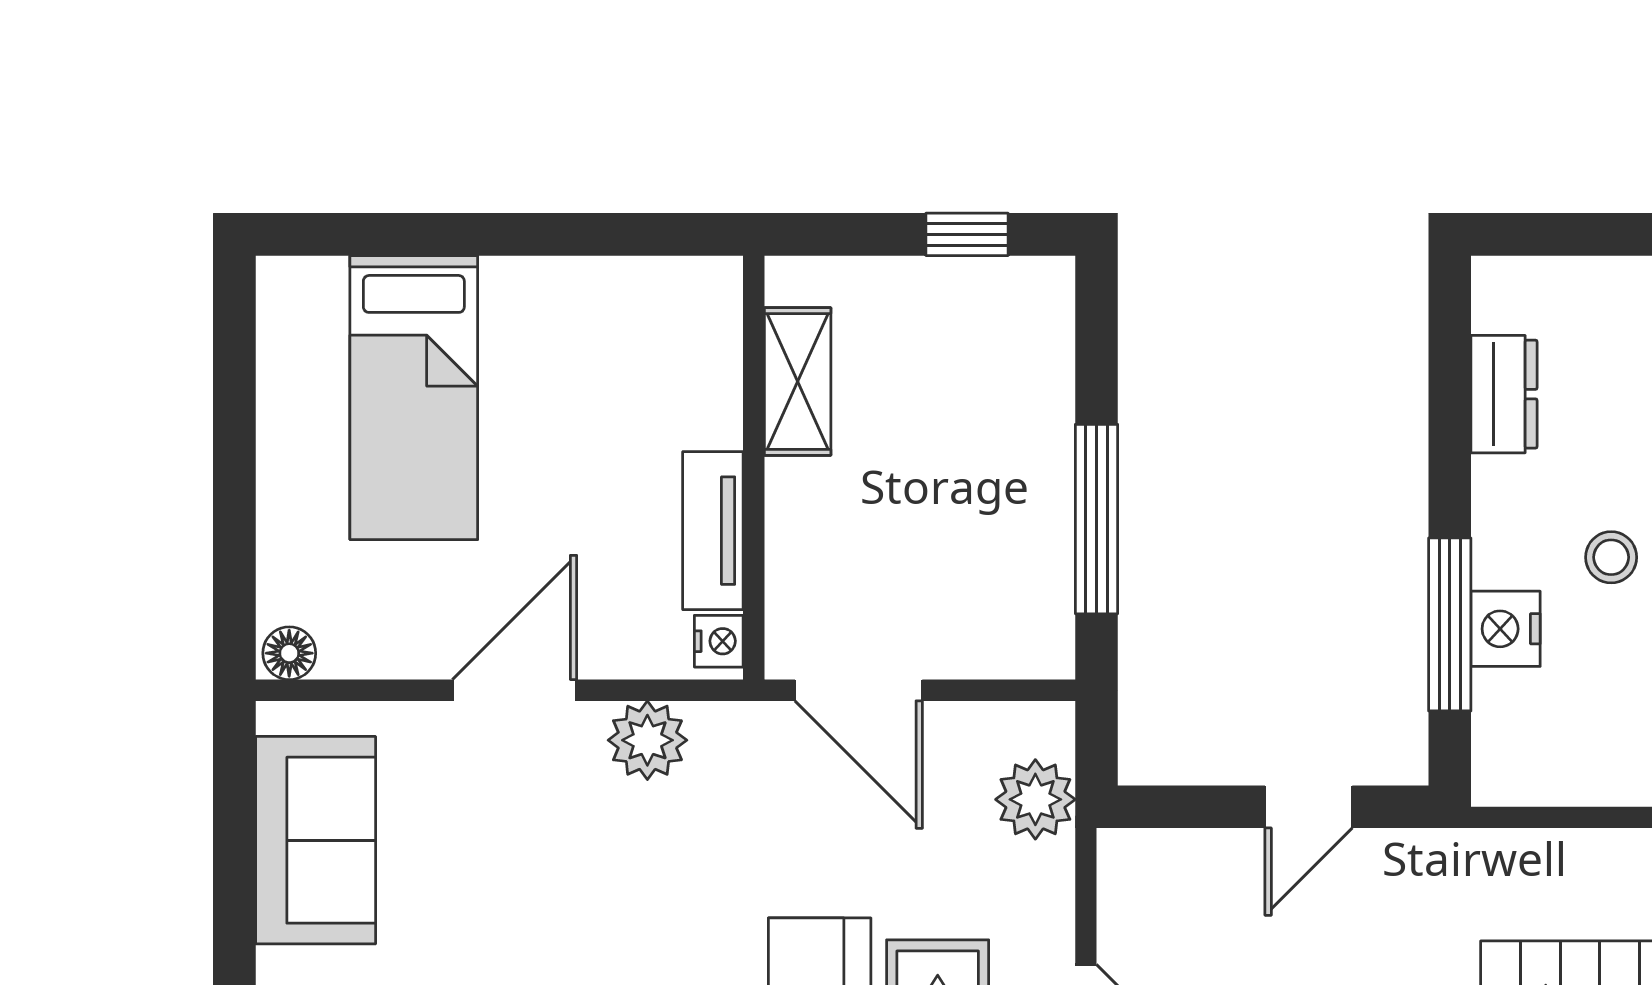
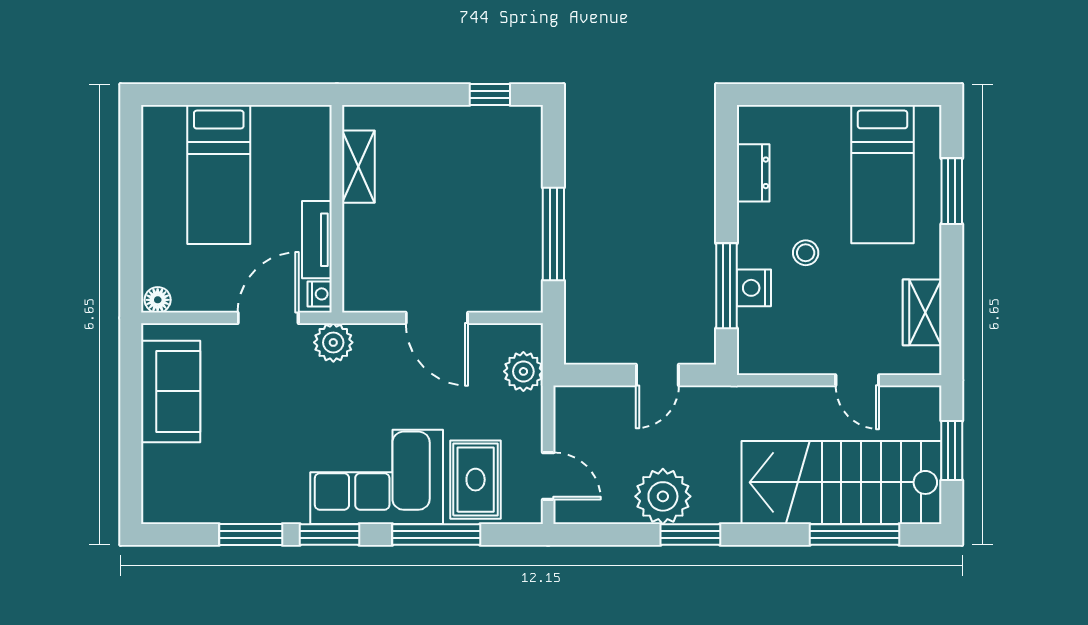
shelving: (798, 381) -> (358, 167), moved
wall: (754, 468) -> (337, 209), moved
tv unit: (713, 531) -> (317, 240), moved
nightstand: (719, 641) -> (320, 294), moved

